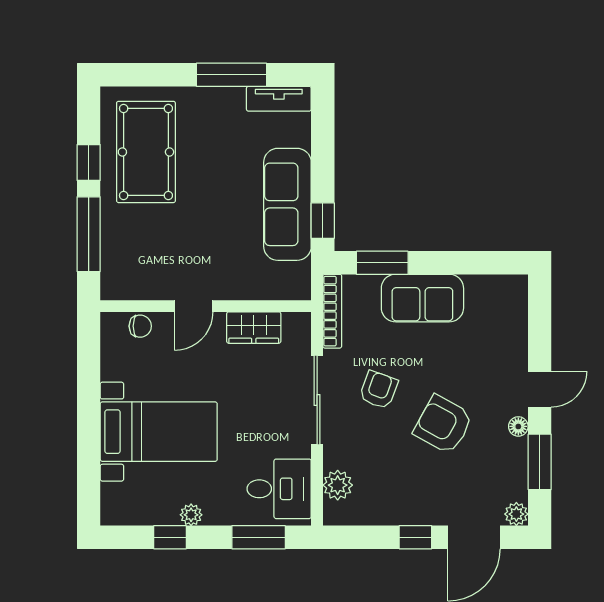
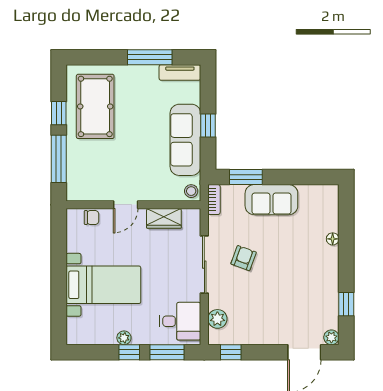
window: (323, 221) -> (208, 126), moved
stool: (296, 285) -> (191, 191), added
bookcase: (332, 311) -> (214, 199), width x0.64
door: (540, 389) -> (346, 258), removed
armchair: (443, 424) -> (285, 280), removed
floor lamp: (518, 426) -> (333, 239), moved
window: (540, 462) -> (346, 304), width x0.67
window: (170, 537) -> (129, 352), moved
window: (415, 537) -> (231, 352), moved

